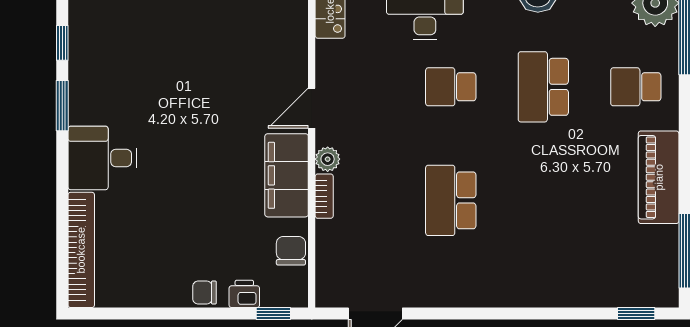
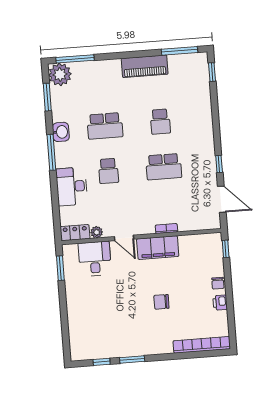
school desk: (636, 87) -> (160, 122), moved
desk: (103, 158) -> (95, 259), moved, turned 180
plant: (328, 159) -> (97, 232), moved
chair: (291, 251) -> (161, 302), moved
printer: (244, 294) -> (220, 303), moved
window: (447, 314) -> (219, 164), added

